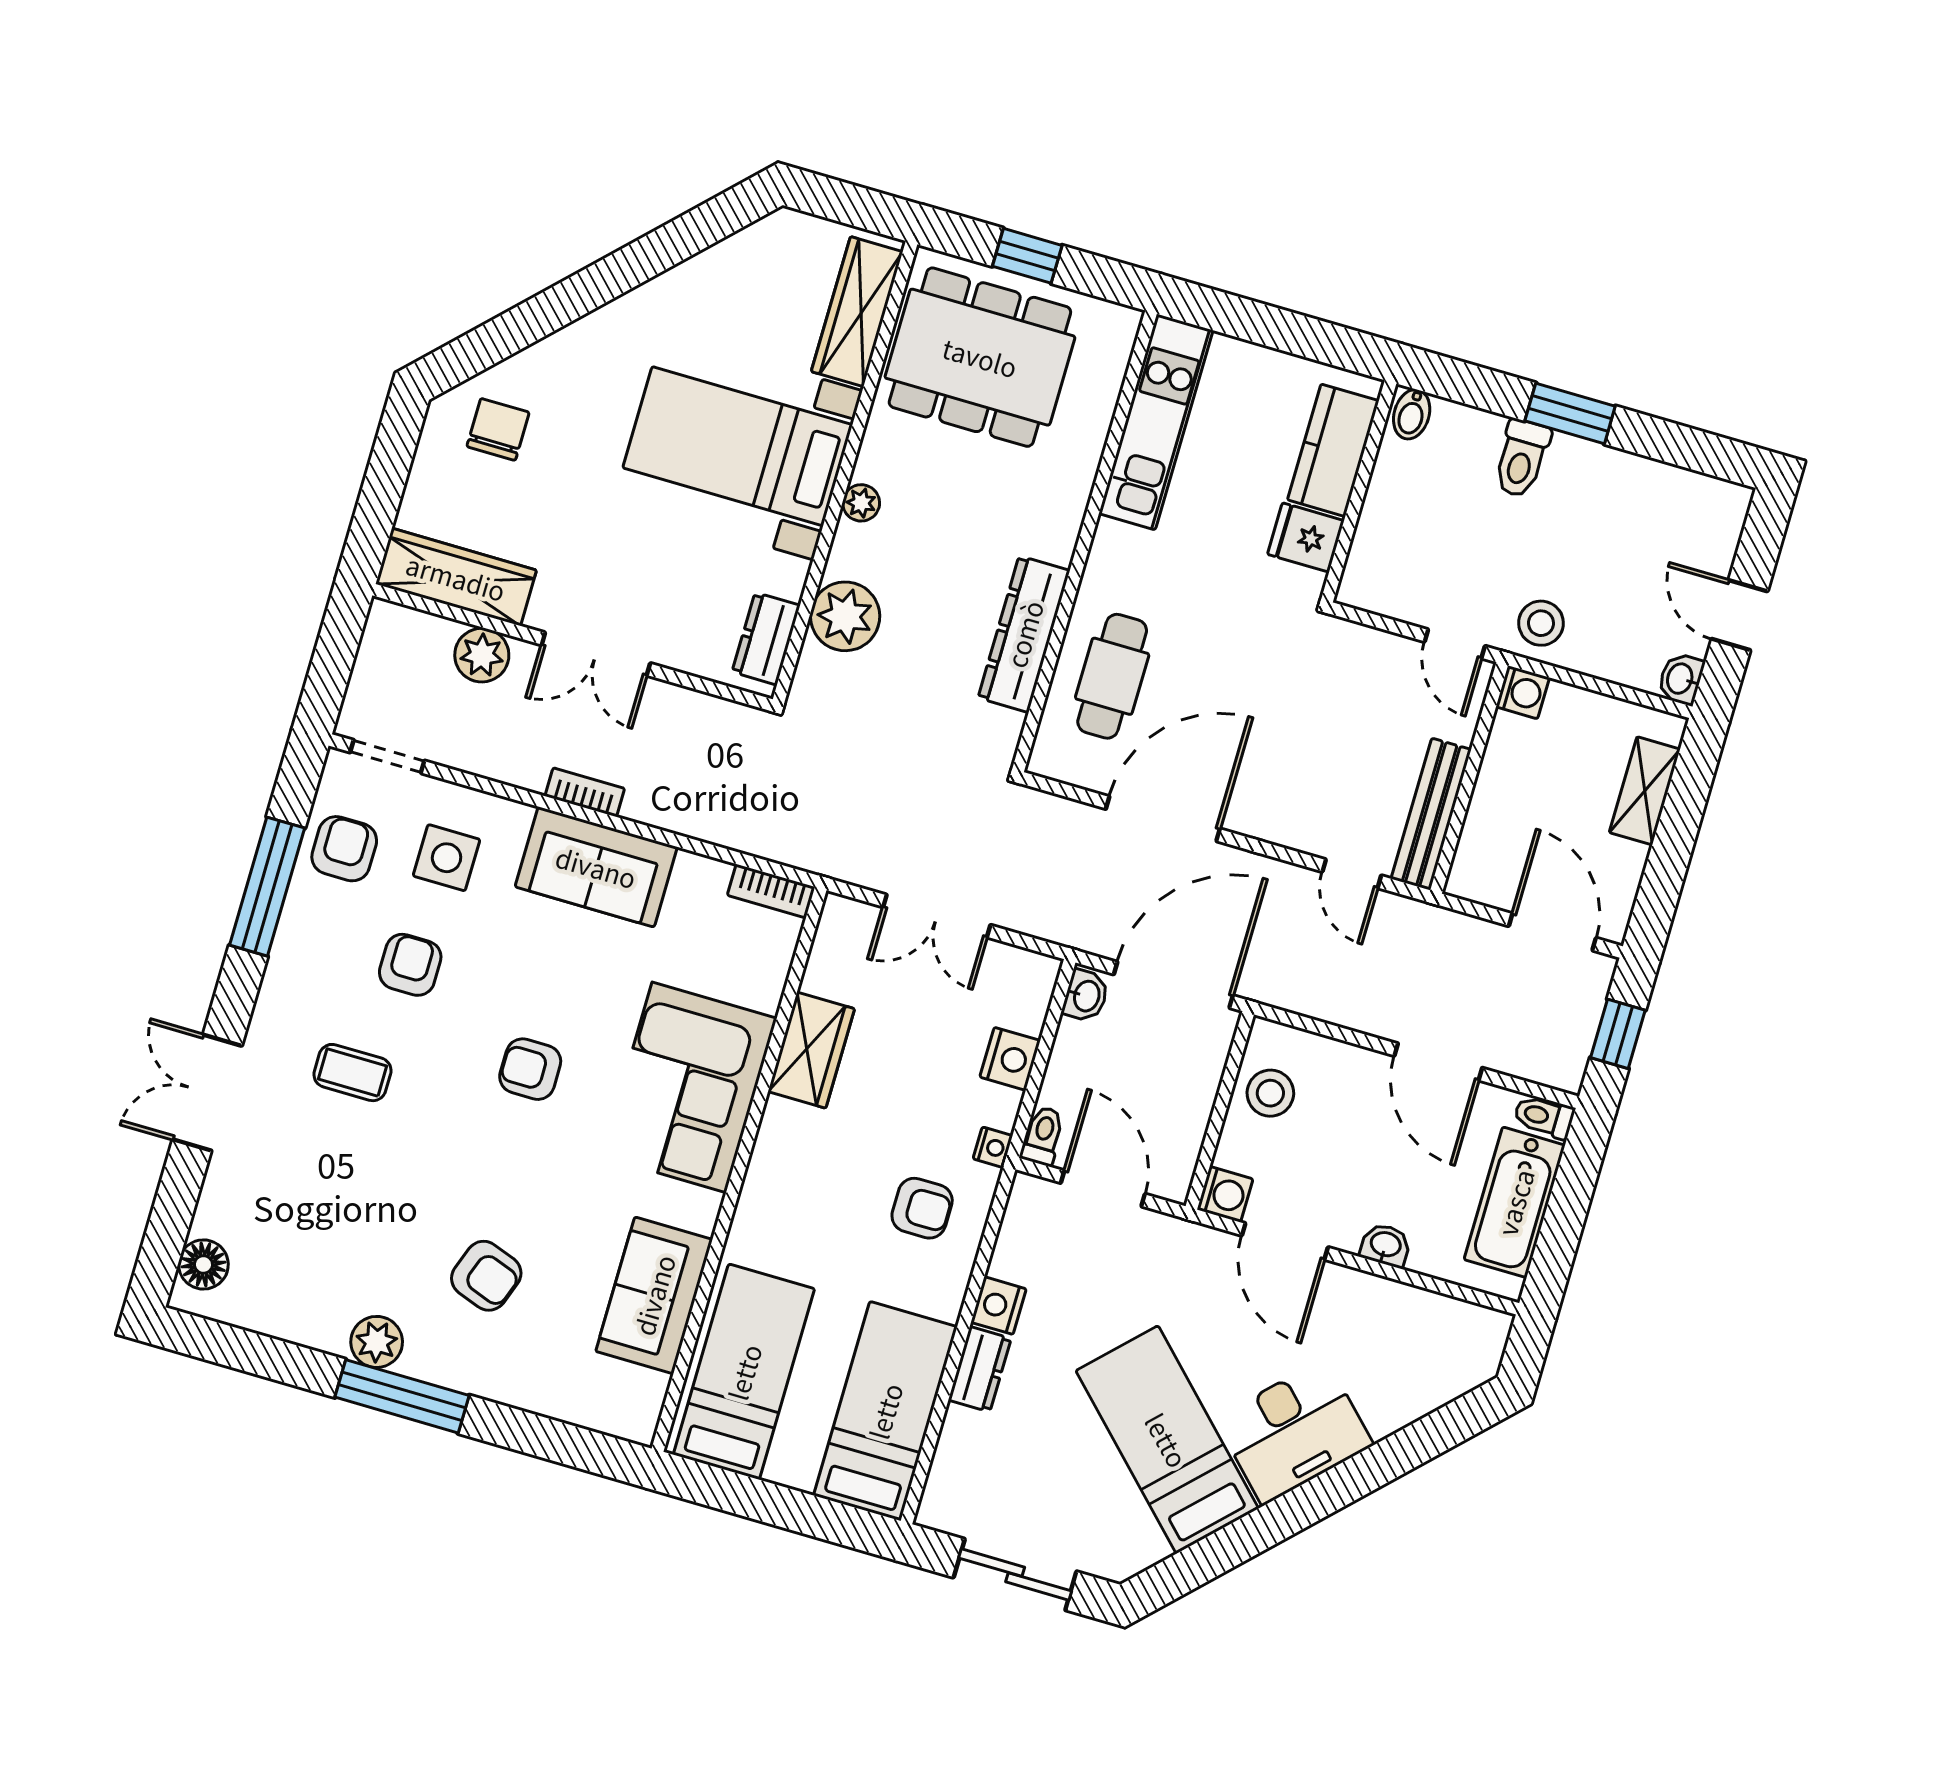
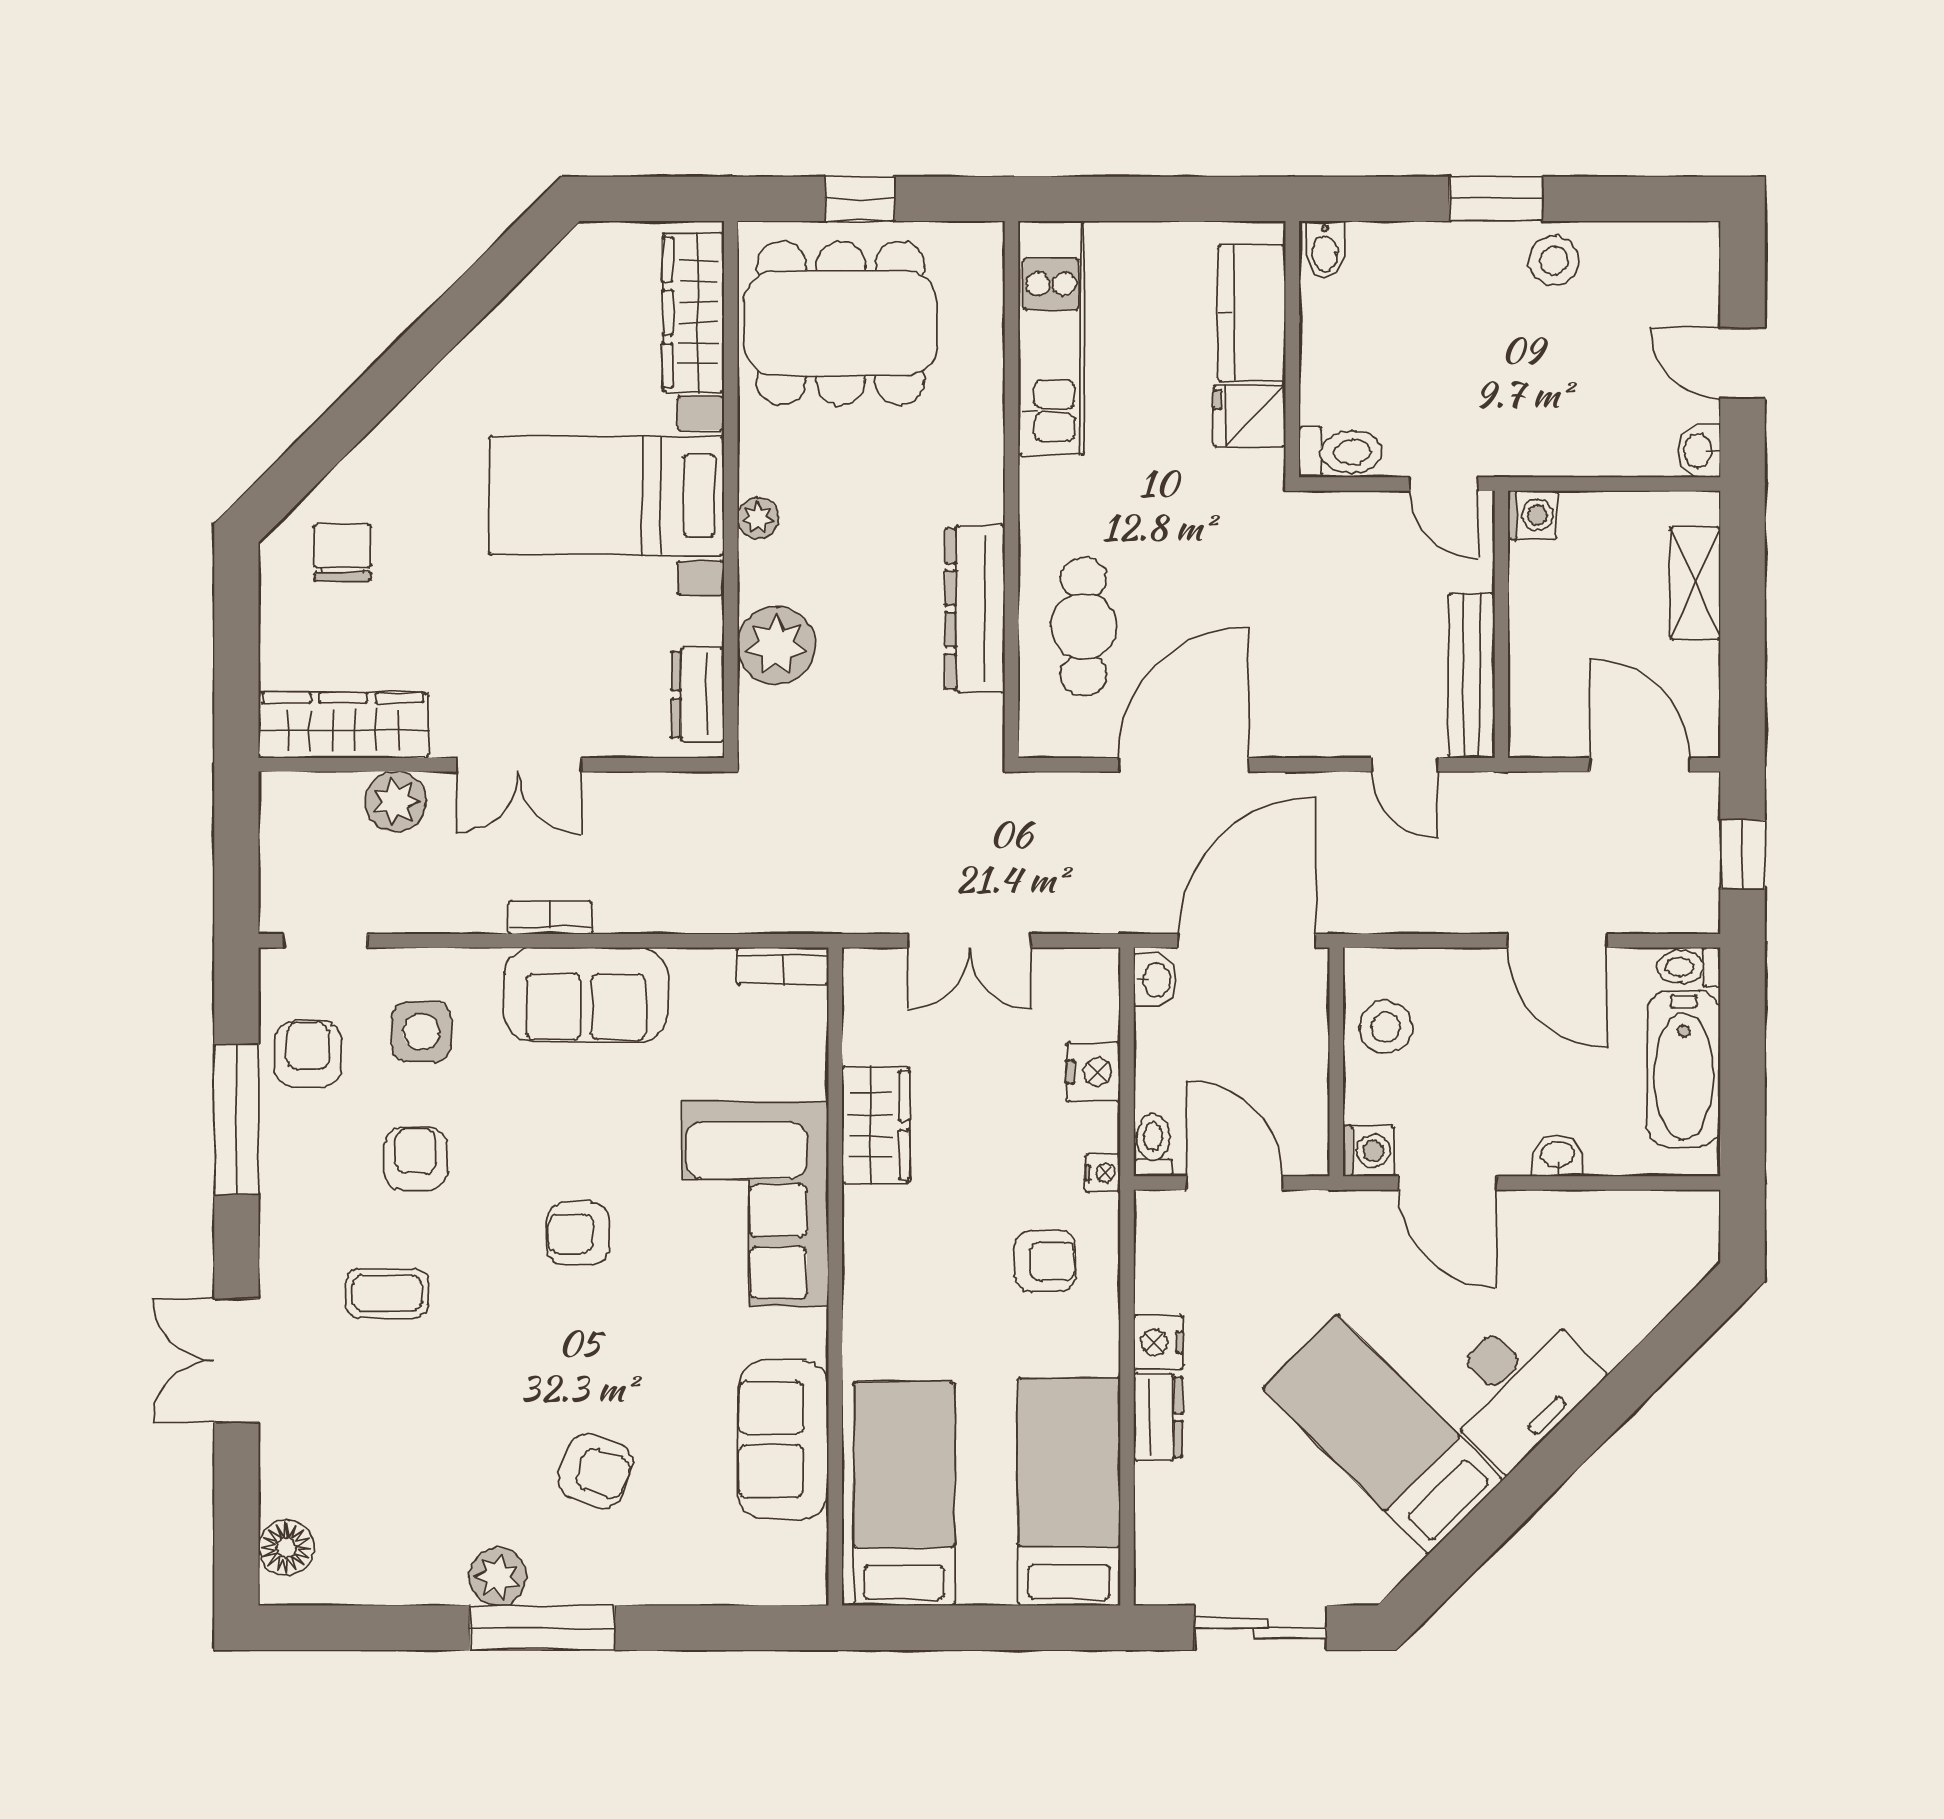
toilet: (1522, 458) -> (1340, 452), moved, turned -90
stool: (1541, 623) -> (1554, 261), moved

